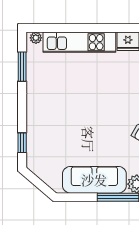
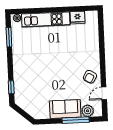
sofa: (94, 180) -> (65, 109), width x0.73

